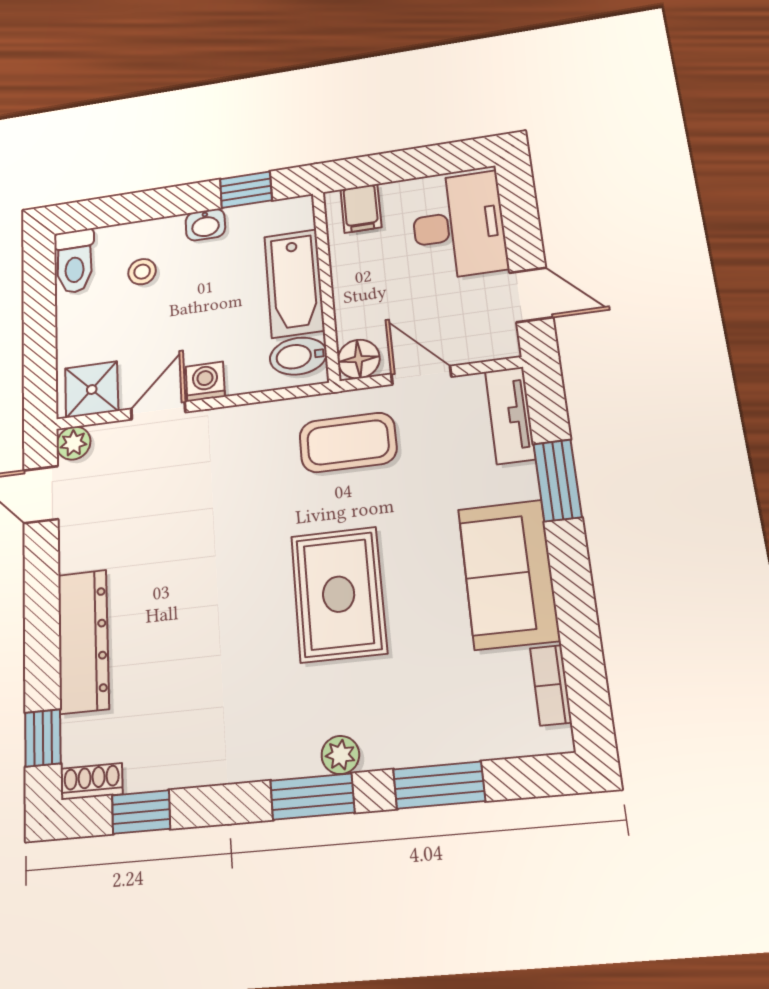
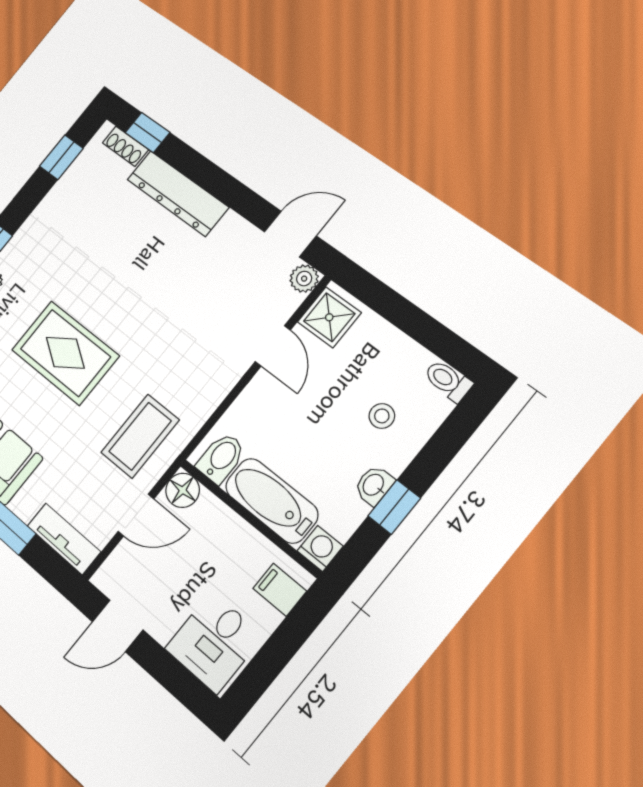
window: (246, 190) -> (394, 507), moved
desk: (459, 226) -> (214, 642), width x0.73
toilet: (74, 261) -> (448, 381), width x0.73, depth x0.72
washing machine: (205, 382) -> (320, 548), moved, turned -90
shoe rack: (92, 781) -> (125, 146), moved, turned 90

